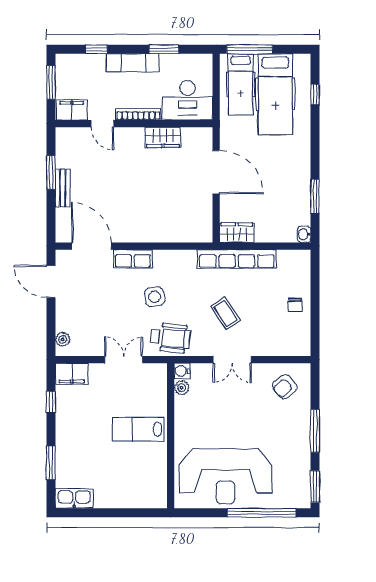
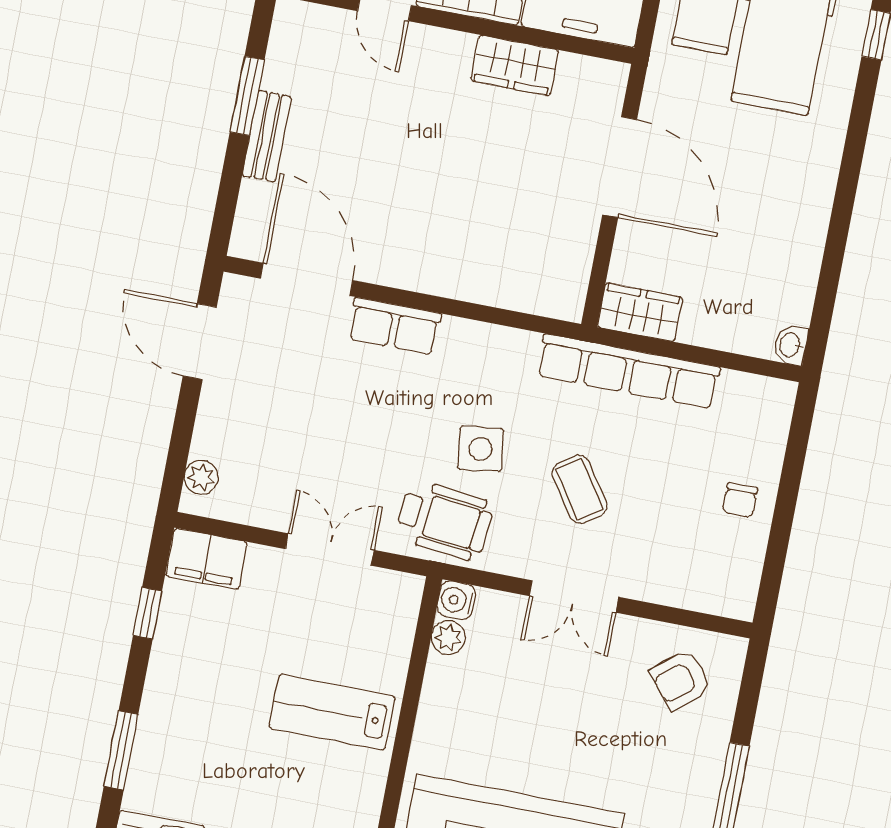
window: (315, 196) -> (832, 264), removed
side table: (155, 297) -> (481, 449), moved

